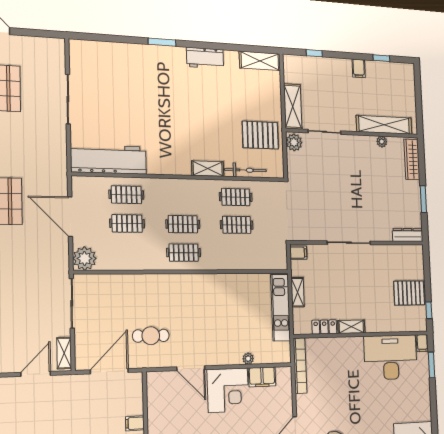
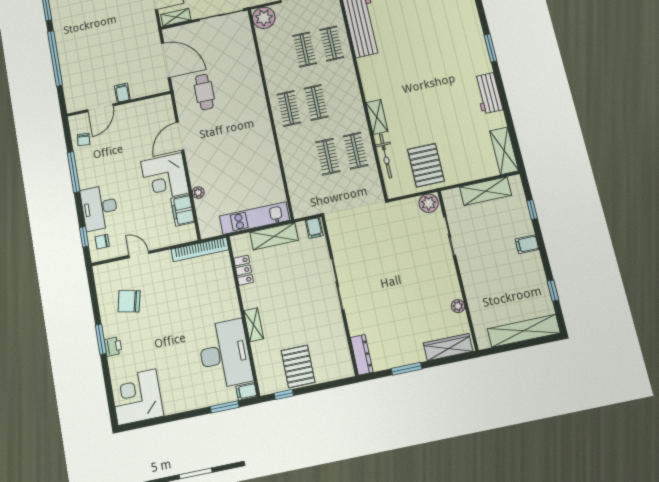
filing cabinet: (359, 68) -> (527, 244), moved
shelving: (293, 106) -> (486, 191), moved
shelving: (384, 125) -> (524, 331), moved, turned 90
shelving: (298, 292) -> (274, 236), width x1.50, depth x1.33
shelving: (351, 327) -> (254, 325), moved

